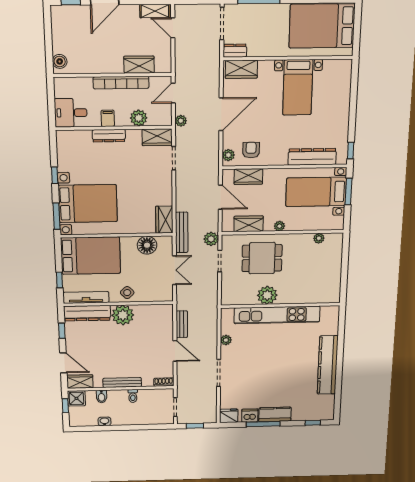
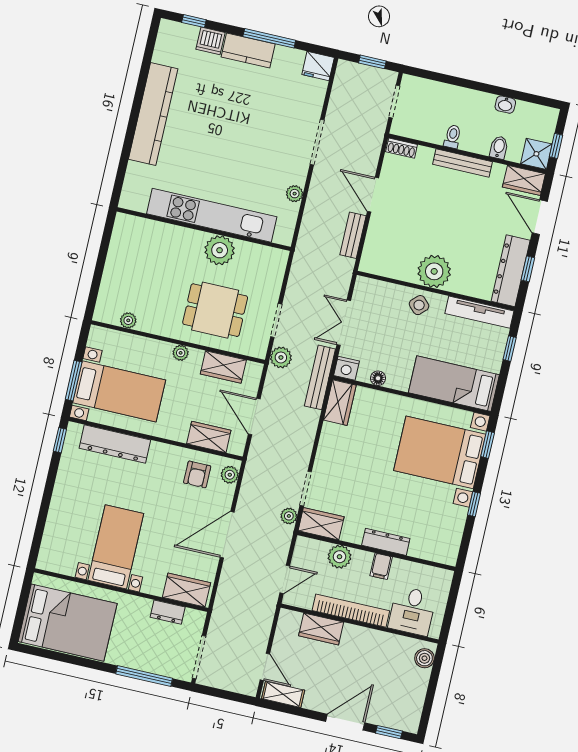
dresser: (235, 51) -> (168, 612), moved
desk: (71, 113) -> (412, 611), moved, turned 90
plant: (181, 121) -> (289, 516), moved
window: (57, 216) -> (488, 445), width x0.67
nightstand: (165, 242) -> (346, 368), added
floor lamp: (147, 245) -> (378, 378), width x0.53, depth x0.53
bed: (91, 256) -> (454, 384), width x0.67
dresser: (87, 313) -> (511, 271), moved, turned -90
dishwasher: (250, 416) -> (211, 41), moved

